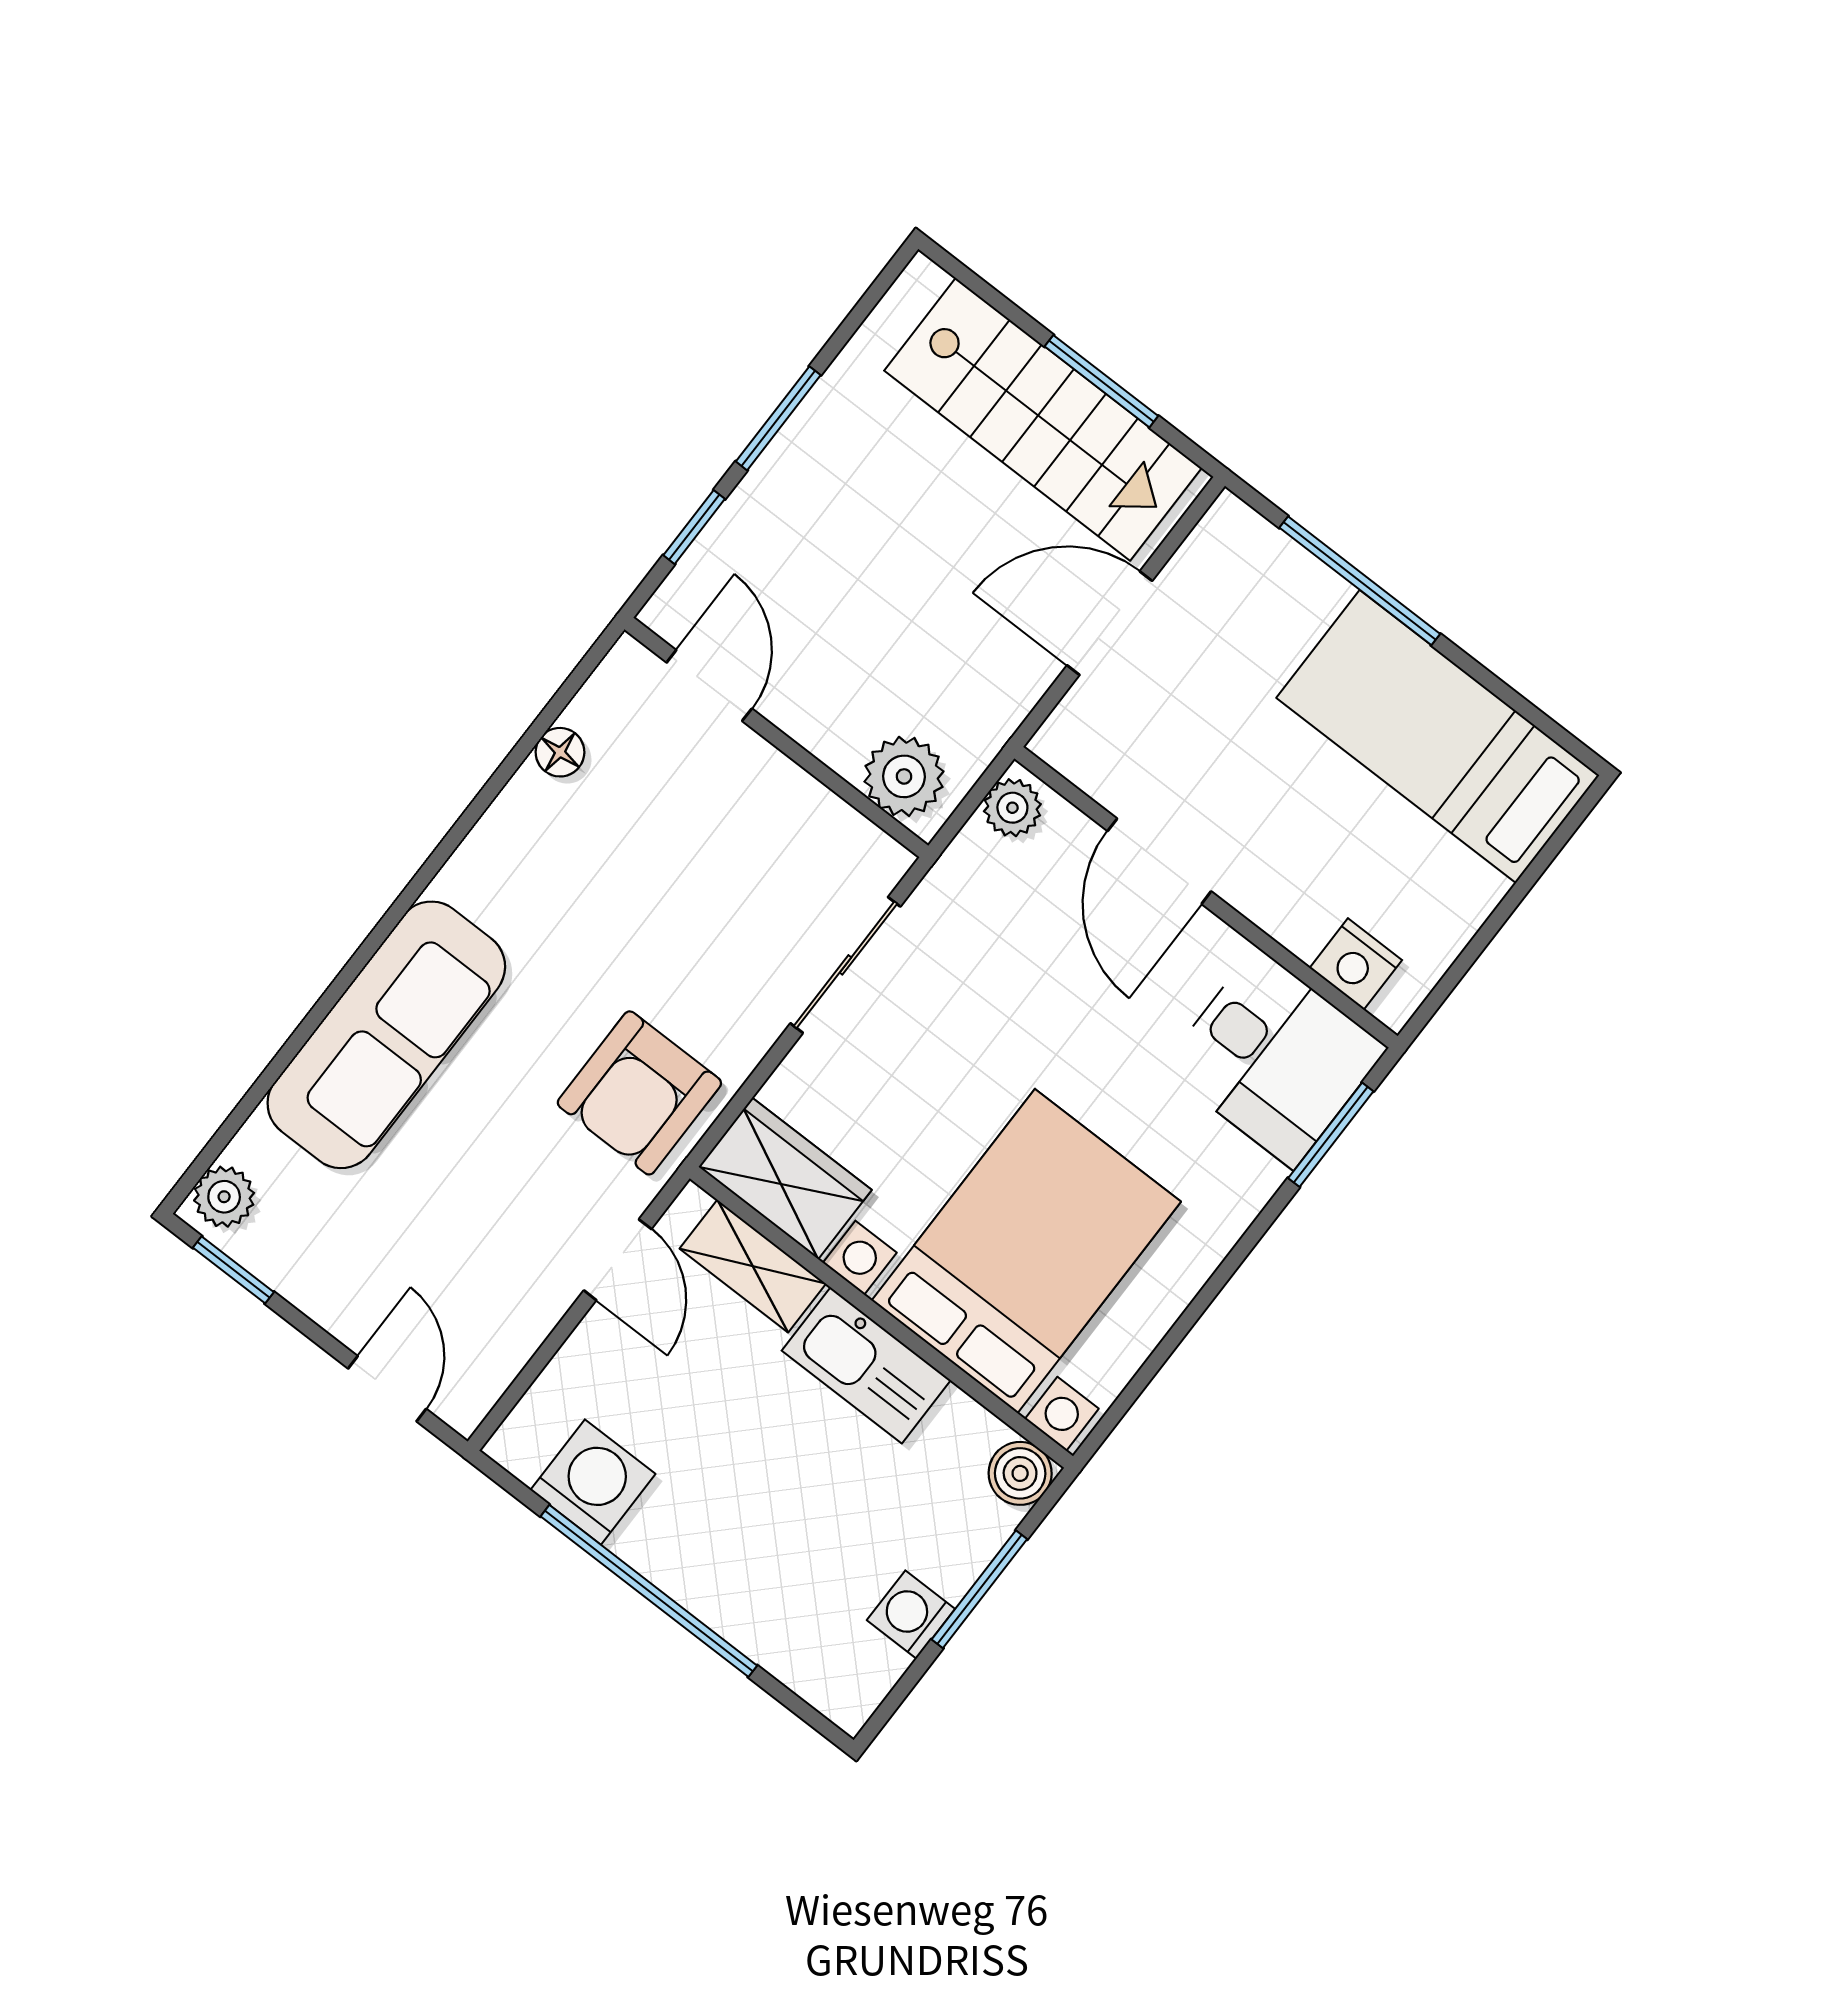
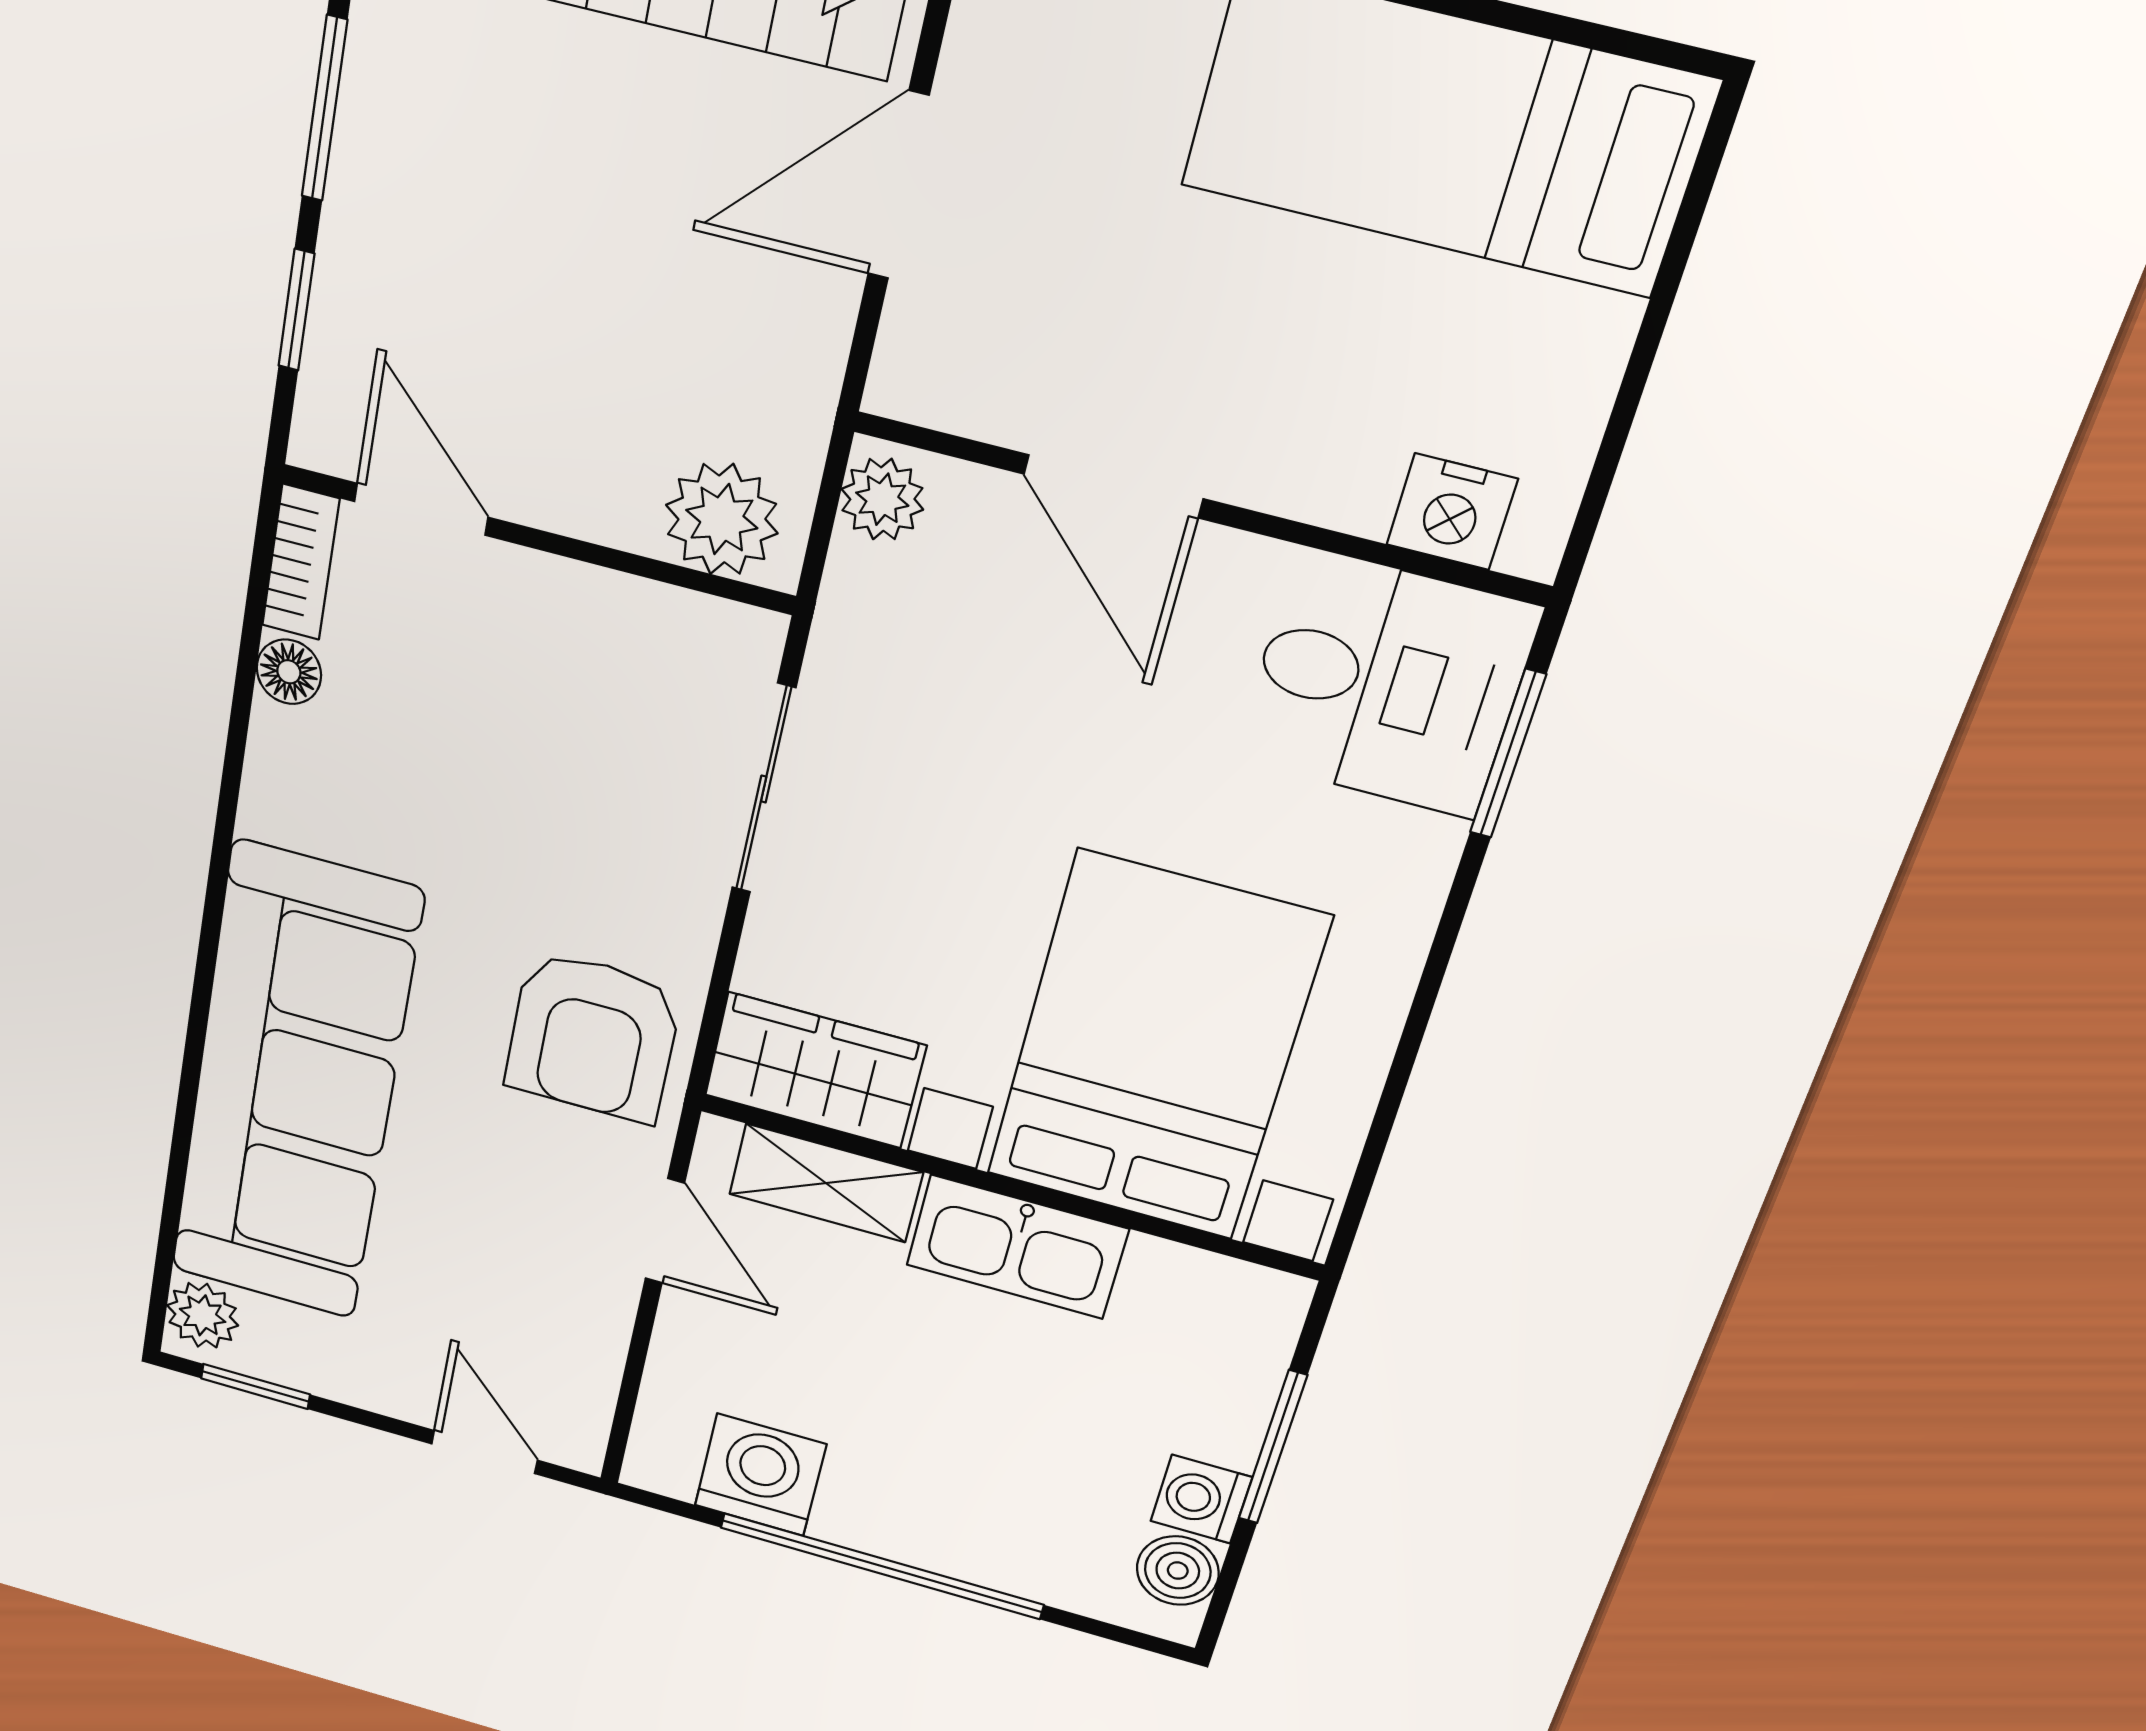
bookcase: (609, 684) -> (301, 562), added
sofa: (386, 1035) -> (295, 1085), width x1.36, depth x1.27
boiler: (1020, 1473) -> (1178, 1571), moved

